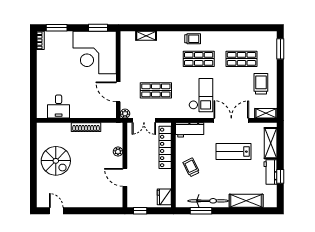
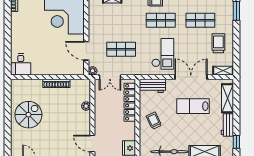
desk: (59, 107) -> (21, 64), moved
spiral stairs: (56, 161) -> (28, 115), turned -90
window: (280, 176) -> (236, 142), moved
door: (125, 177) -> (92, 144), moved

